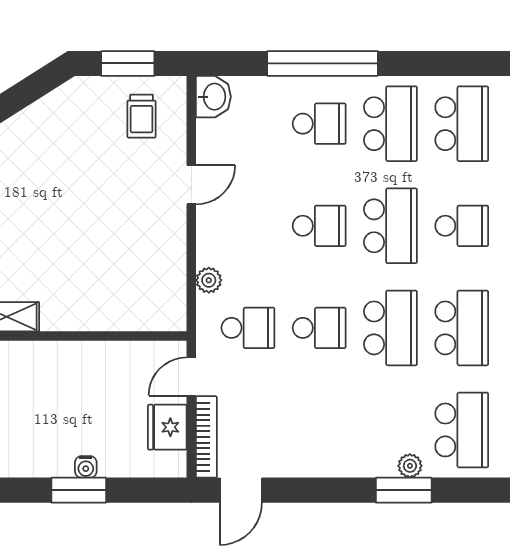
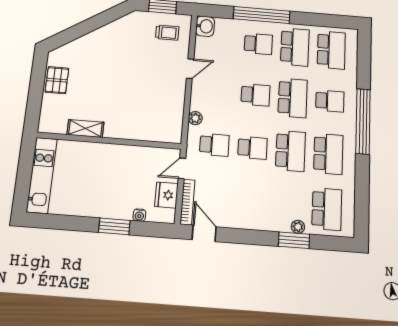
trolley: (142, 116) -> (167, 33), turned -90
water cooler: (86, 467) -> (139, 215), moved
door: (241, 490) -> (204, 233), swing flipped

